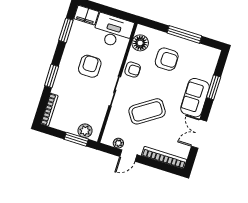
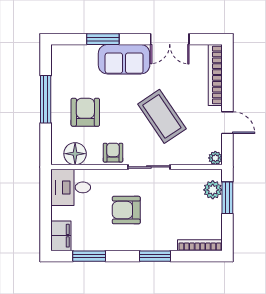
desk: (113, 31) -> (71, 187), width x0.73
plant: (118, 143) -> (215, 158), moved

